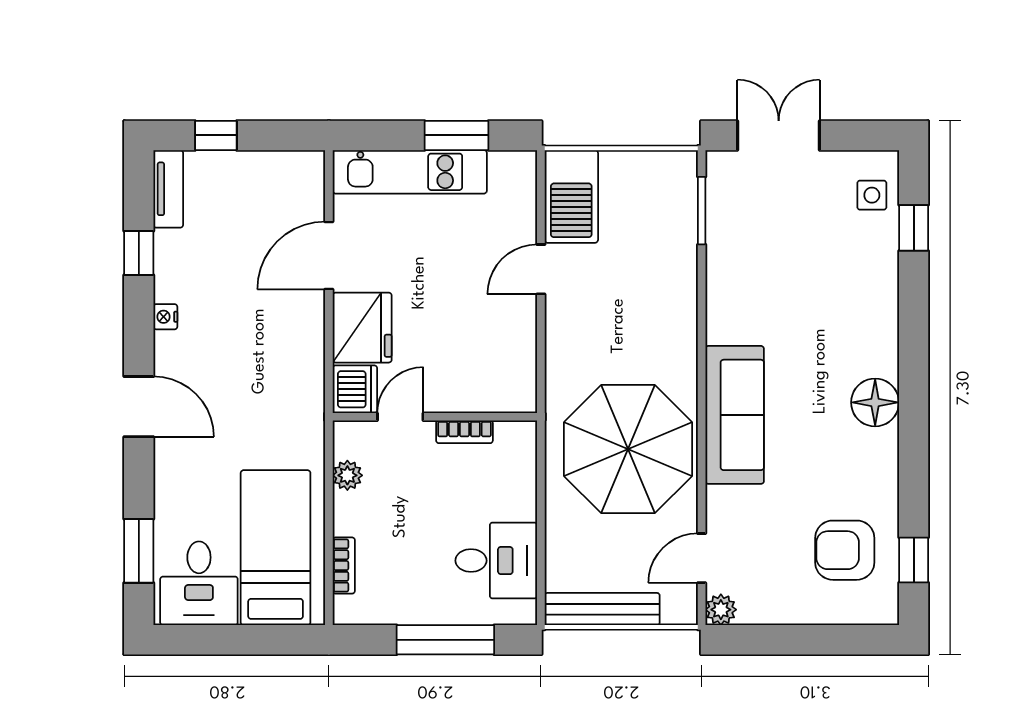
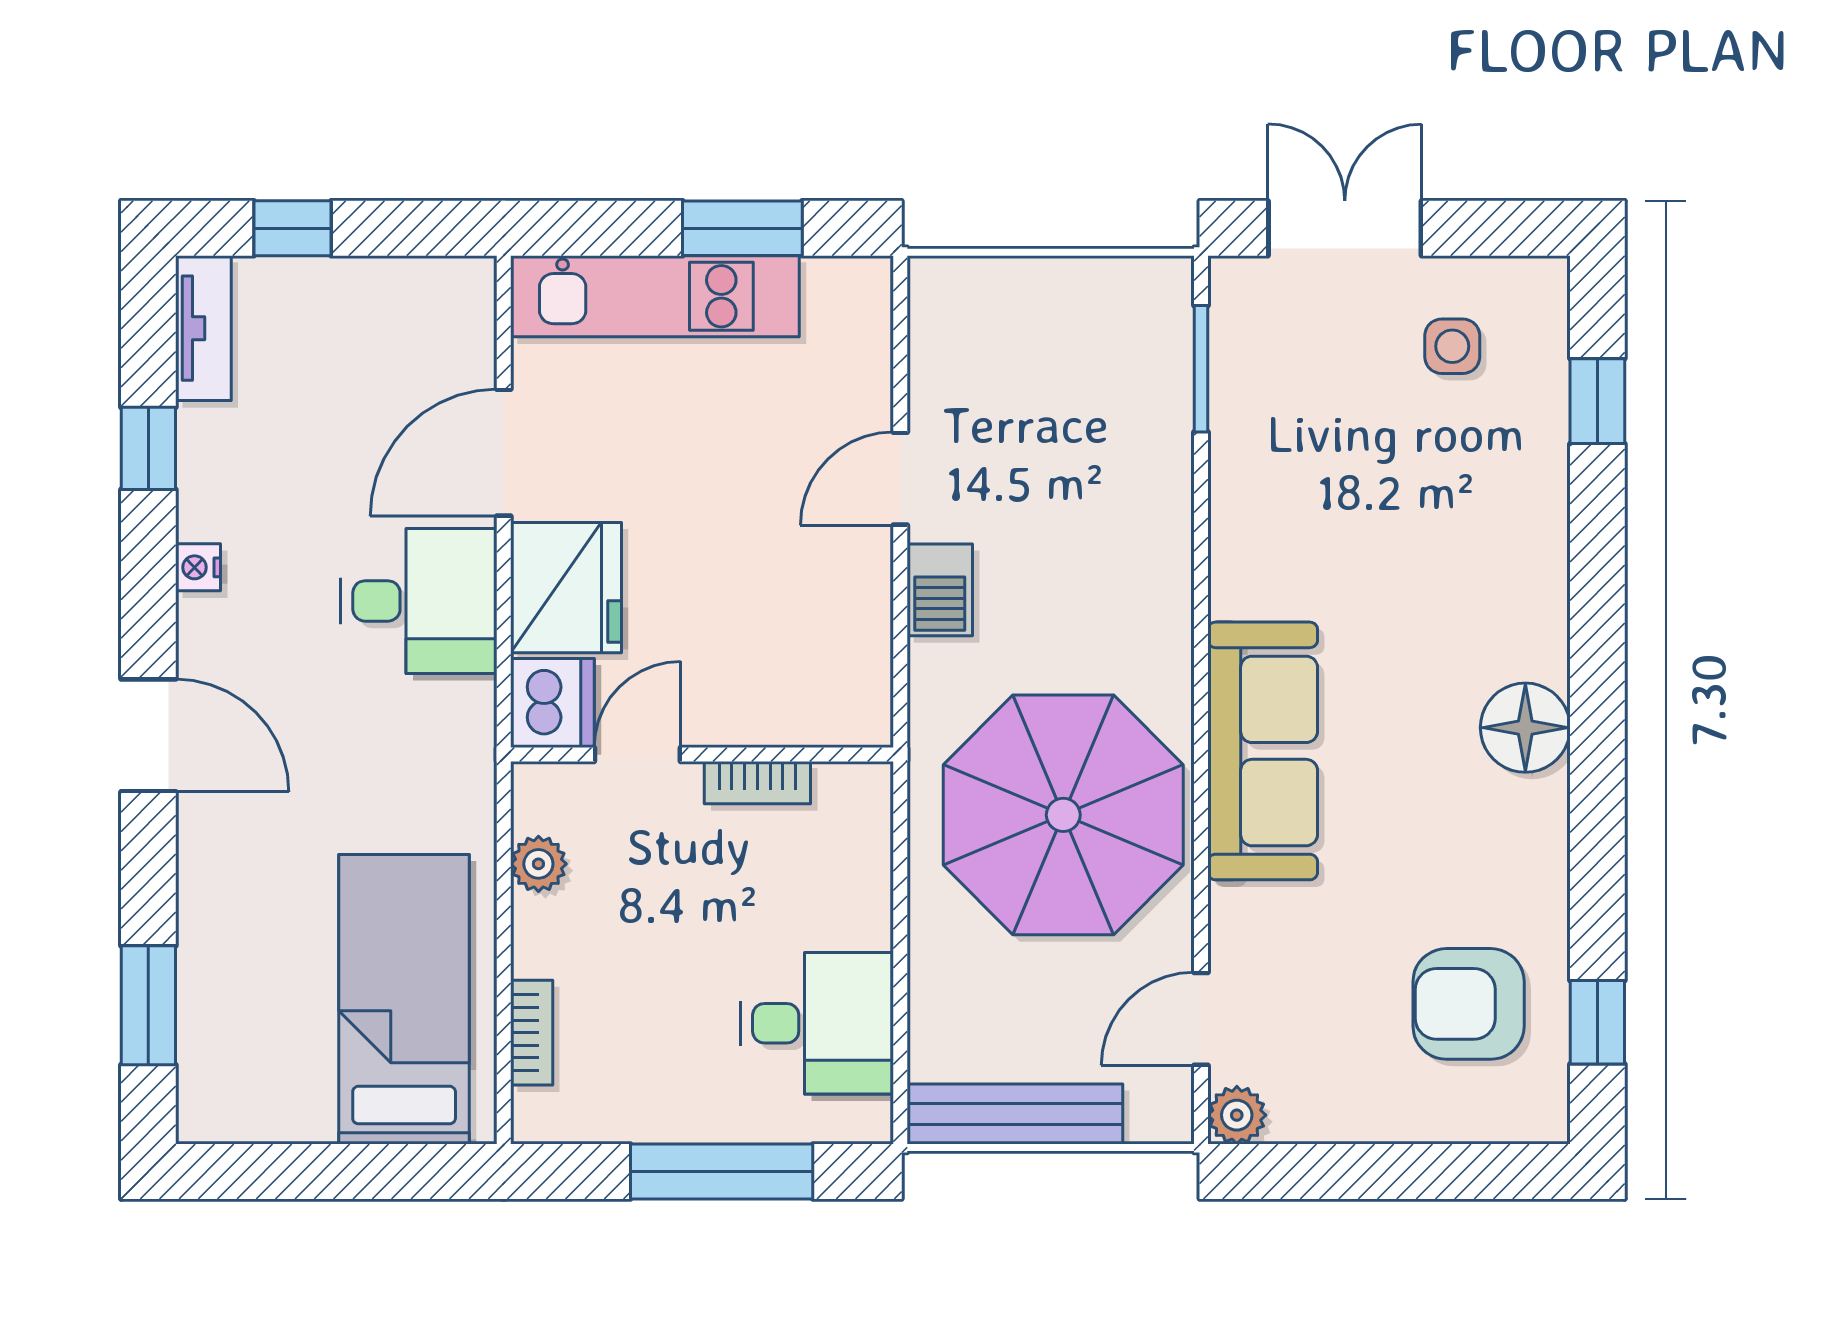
side table: (872, 195) -> (1452, 346), moved
barbecue: (571, 196) -> (940, 590), moved, width x0.53, depth x0.65
desk: (199, 583) -> (419, 601), moved, turned -90

